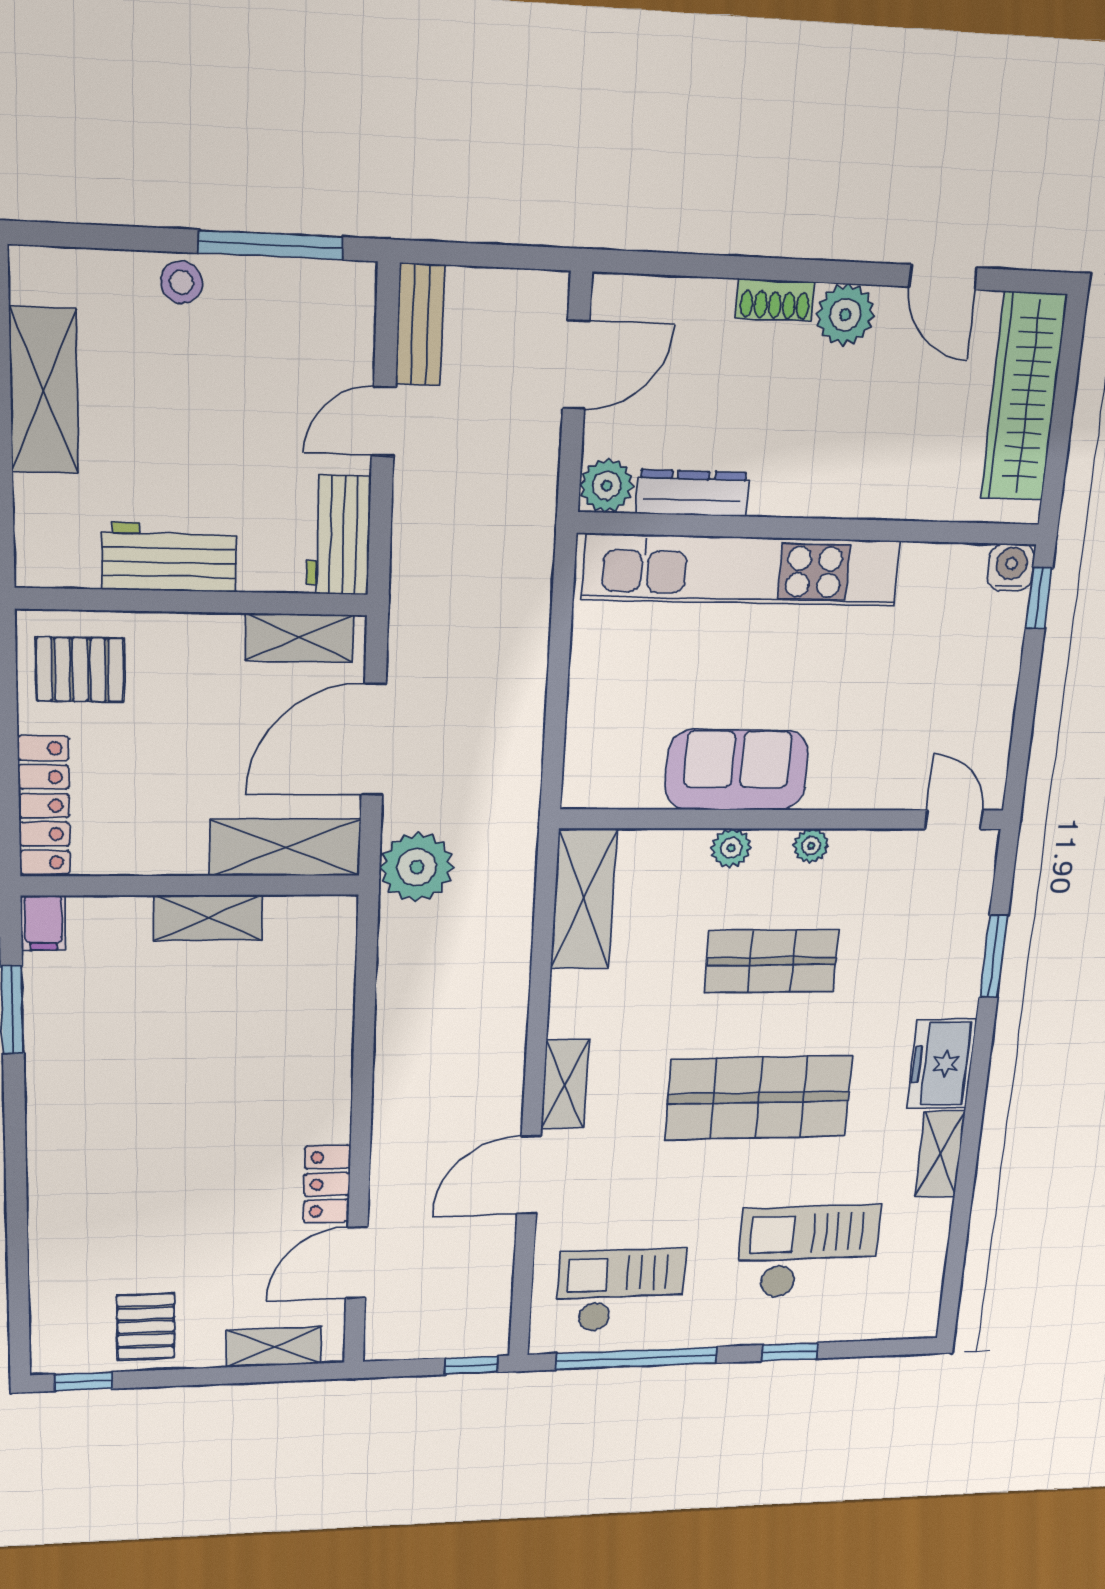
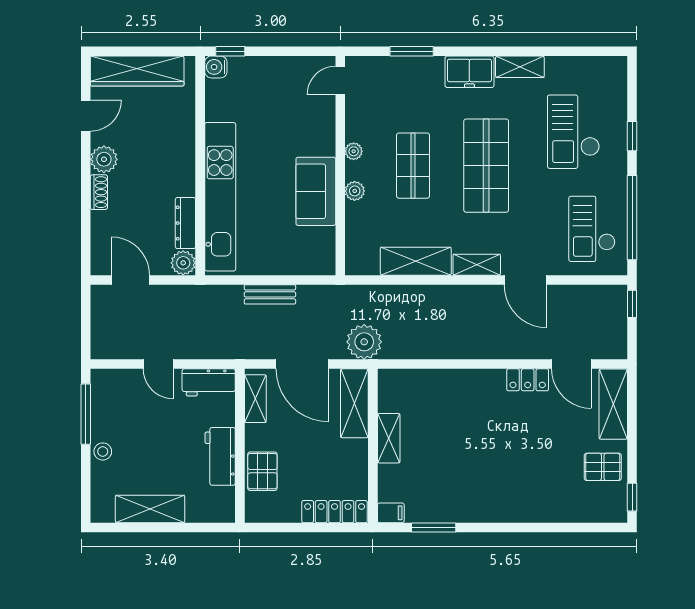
bench: (420, 325) -> (270, 294), moved
pallet: (80, 670) -> (262, 471), moved
shelving: (584, 899) -> (416, 261), moved
shelving: (274, 1347) -> (613, 404), width x1.50, depth x1.33

